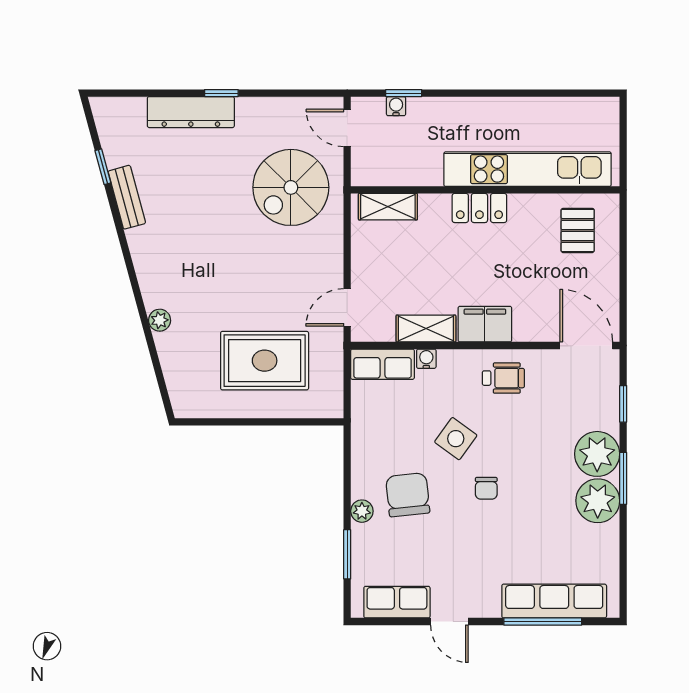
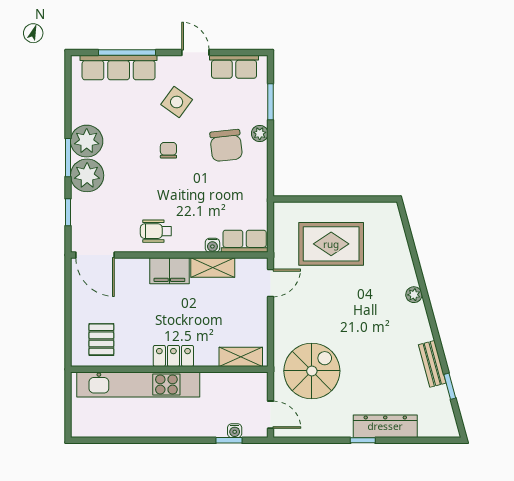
plant: (160, 320) -> (414, 295), moved
side table: (456, 439) -> (177, 102), moved

